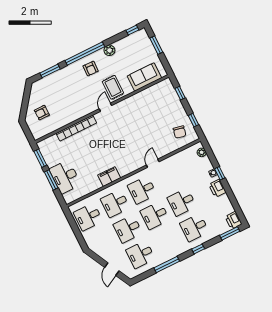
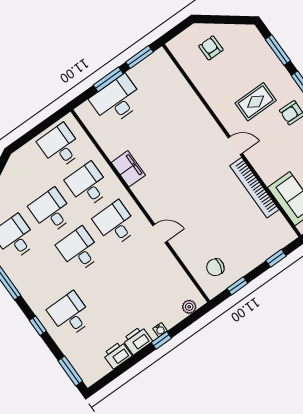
rug: (113, 87) -> (256, 102), moved
bookcase: (76, 128) -> (254, 188), moved
desk: (182, 202) -> (107, 288), removed
printer: (233, 220) -> (117, 355), moved

